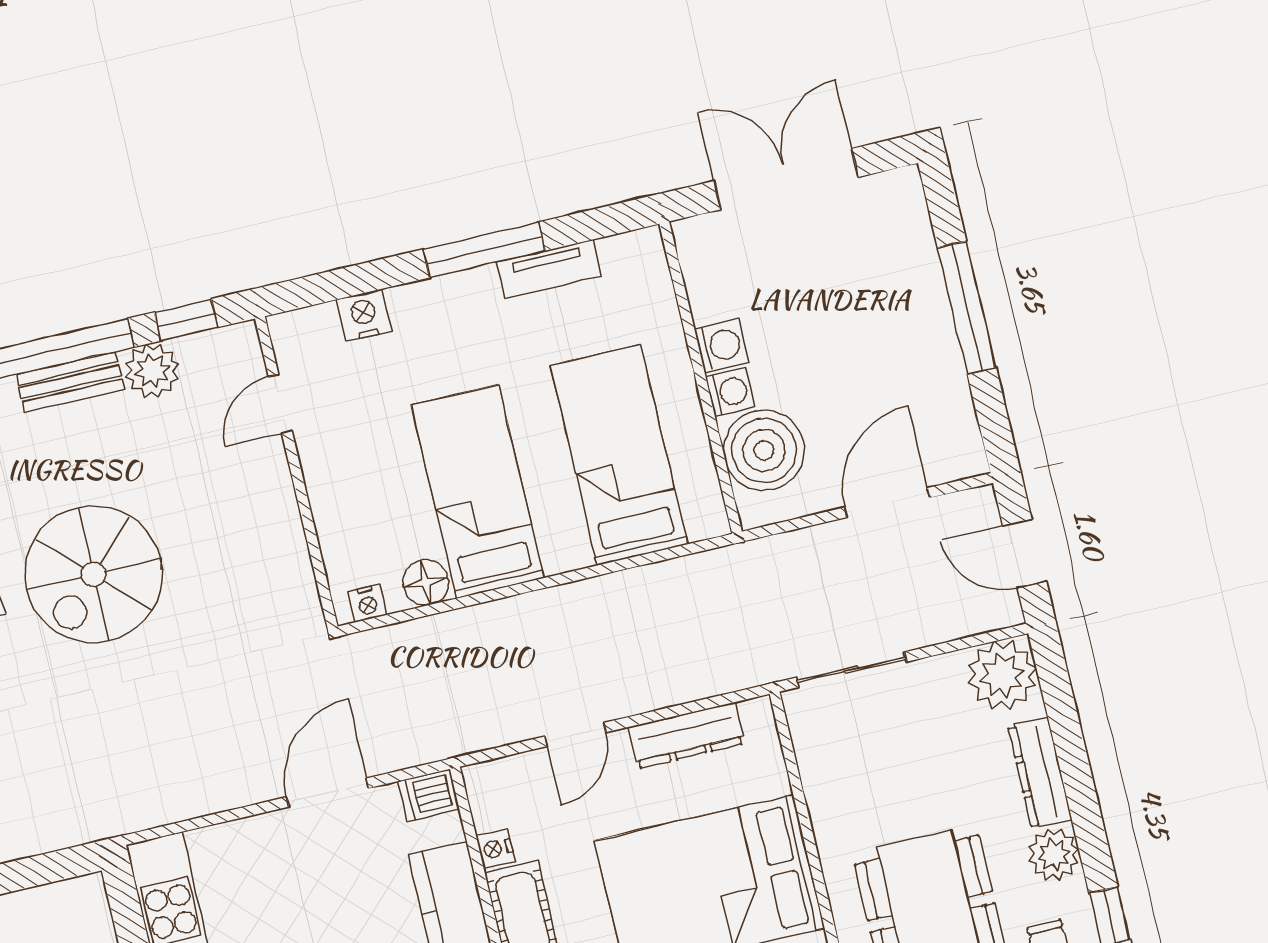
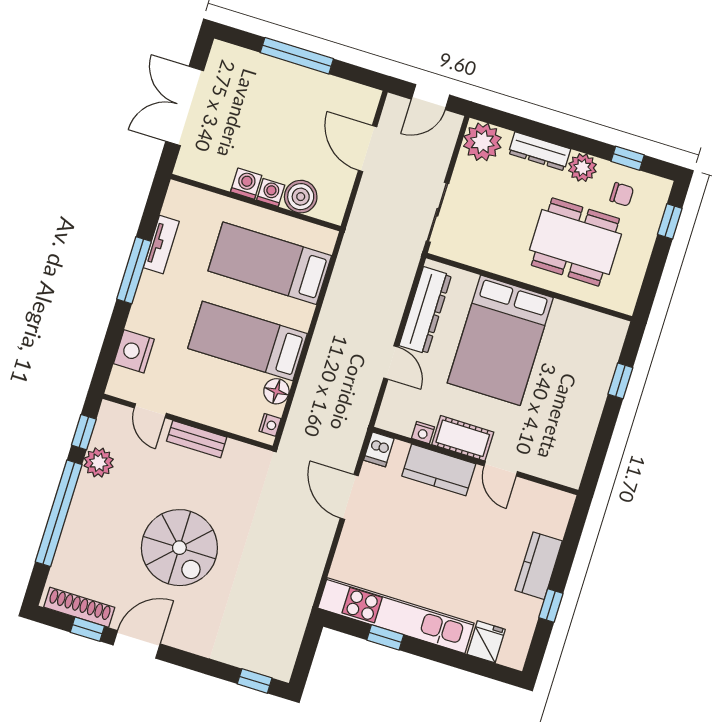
nightstand: (364, 315) -> (134, 351), width x1.36, depth x1.33
bench: (70, 382) -> (197, 439), moved, turned 90
boiler: (764, 450) -> (301, 197), width x0.73, depth x0.73
dresser: (687, 735) -> (425, 310), width x1.37, depth x1.24

